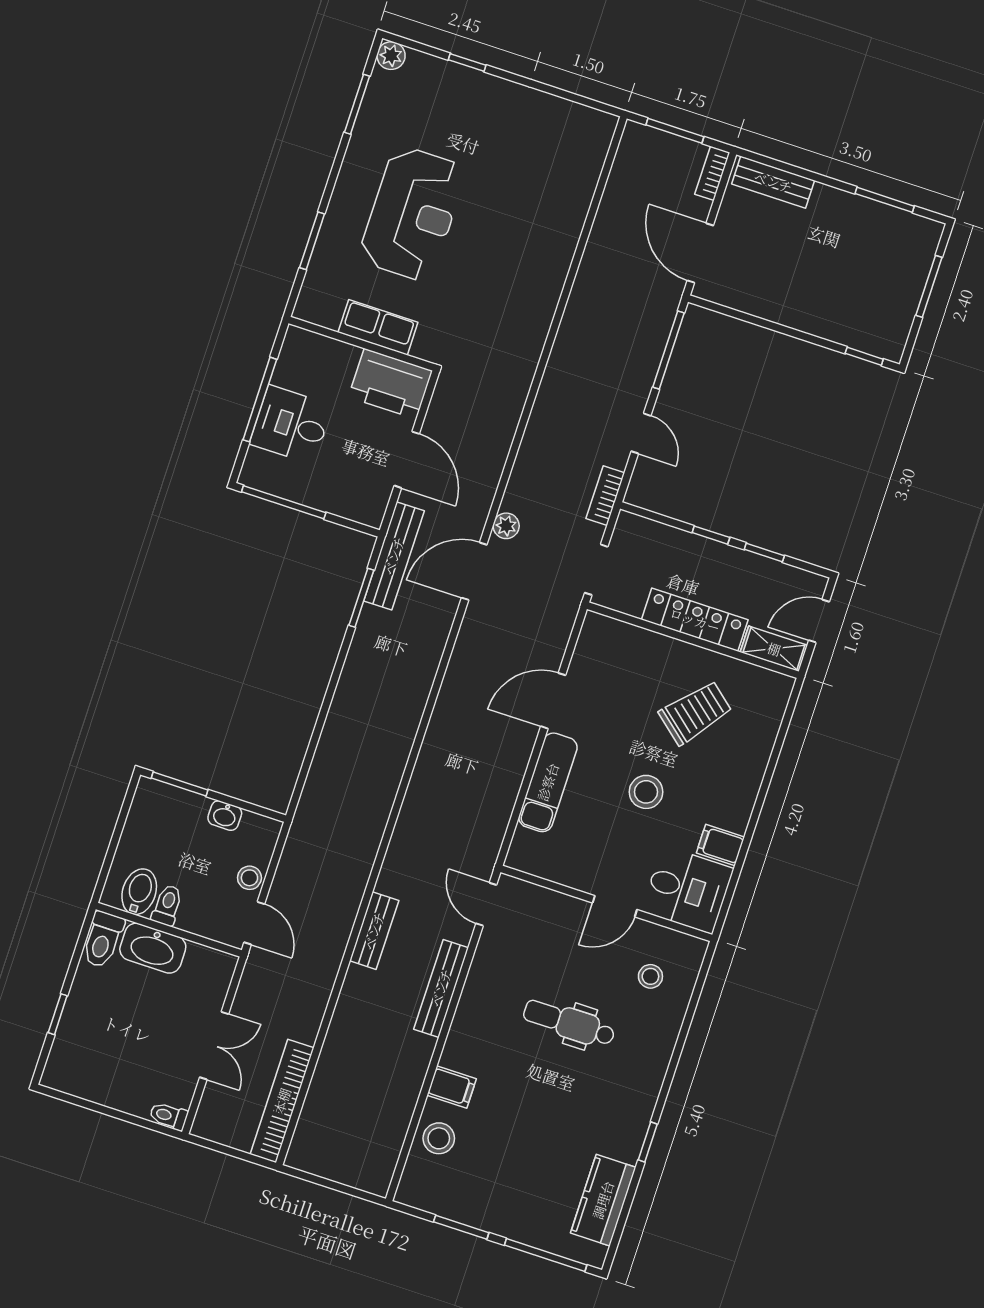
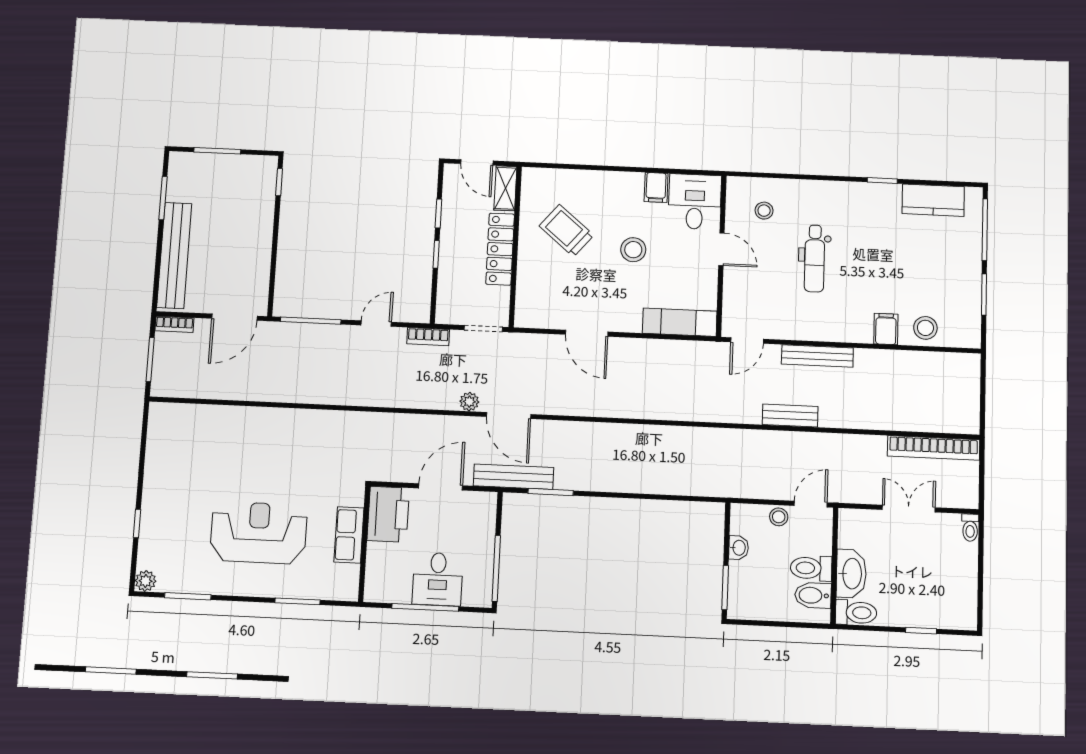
bench: (773, 182) -> (174, 255), width x1.86, depth x1.21
exam couch: (548, 782) -> (680, 322), moved
toilet: (167, 905) -> (811, 568), width x1.37, depth x1.39

